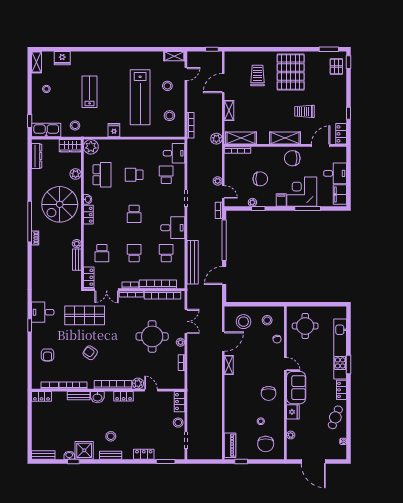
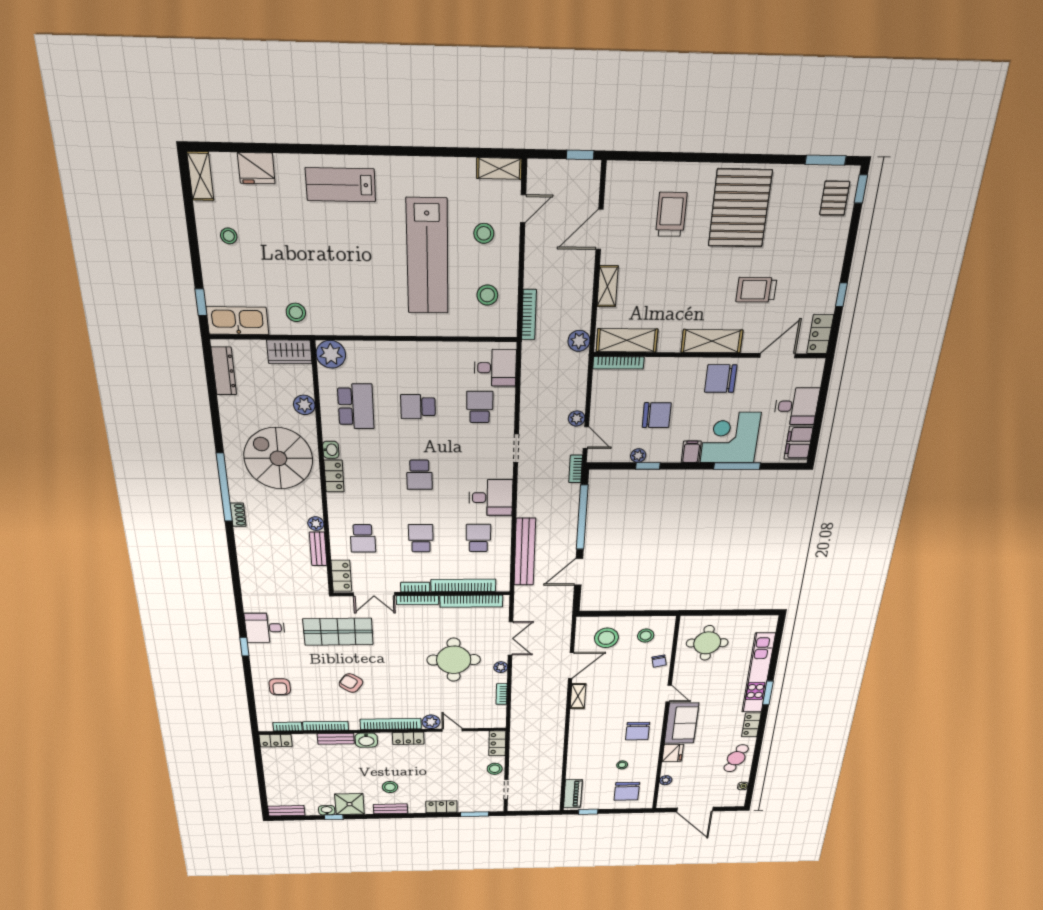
lab bench: (90, 92) -> (341, 185), moved, turned -90
fridge: (114, 130) -> (376, 323), removed
spiral stairs: (60, 204) -> (278, 458), turned 90

